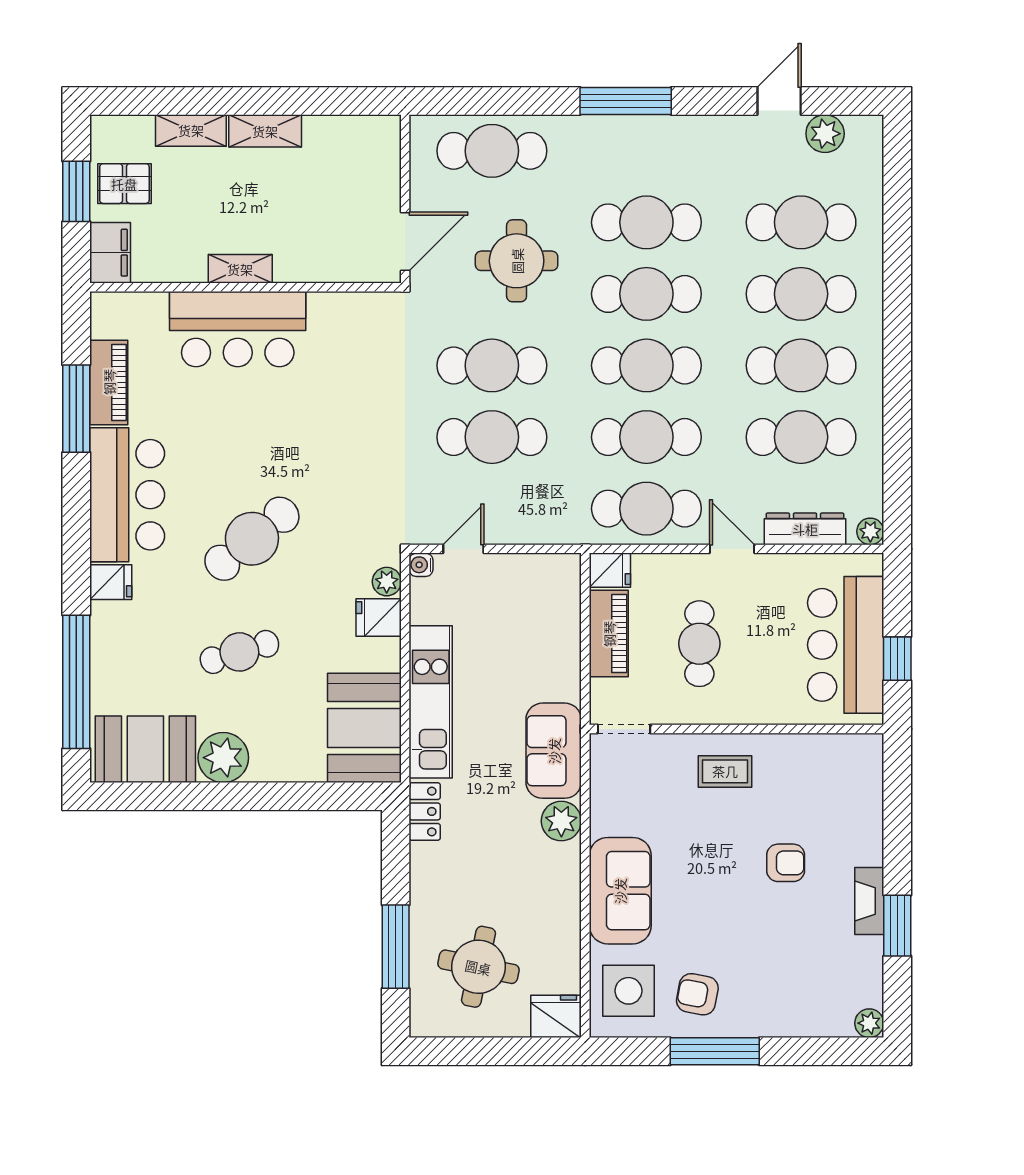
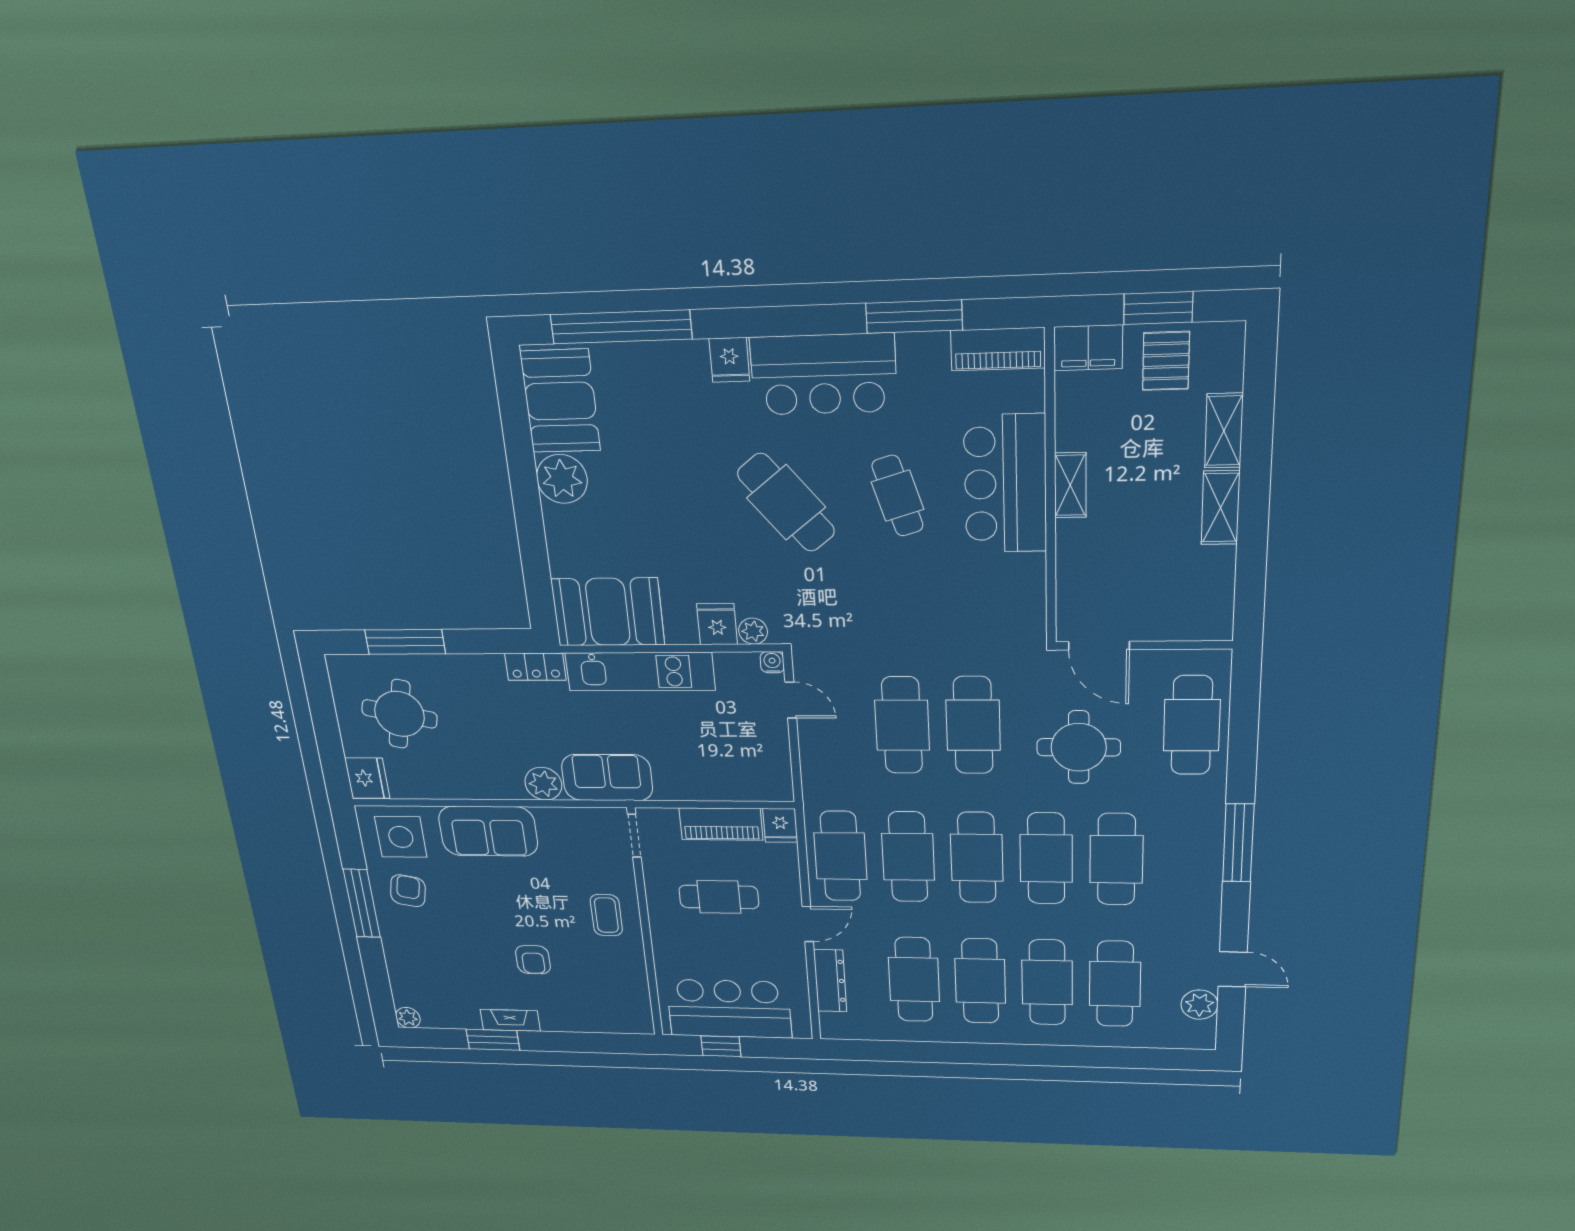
piano: (109, 382) -> (998, 349), moved
plant: (870, 531) -> (831, 1030), removed
cafe table: (239, 652) -> (898, 496), moved

